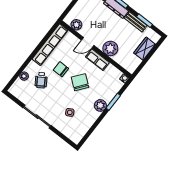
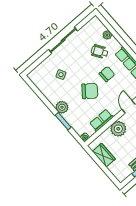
wardrobe: (145, 49) -> (104, 155), moved
row of seats: (97, 60) -> (101, 120), moved

